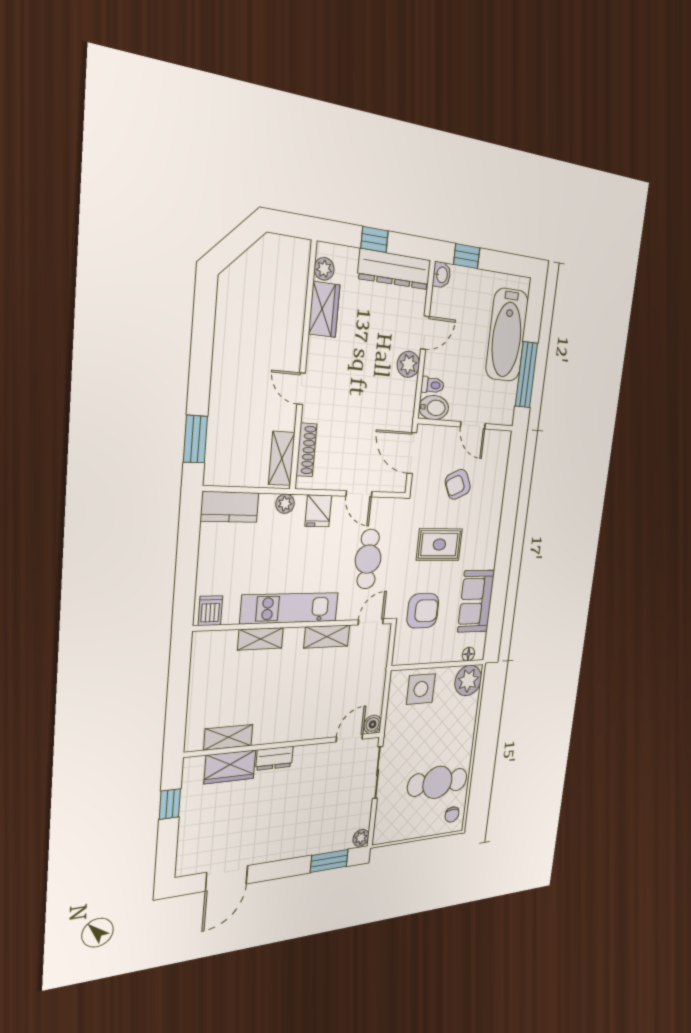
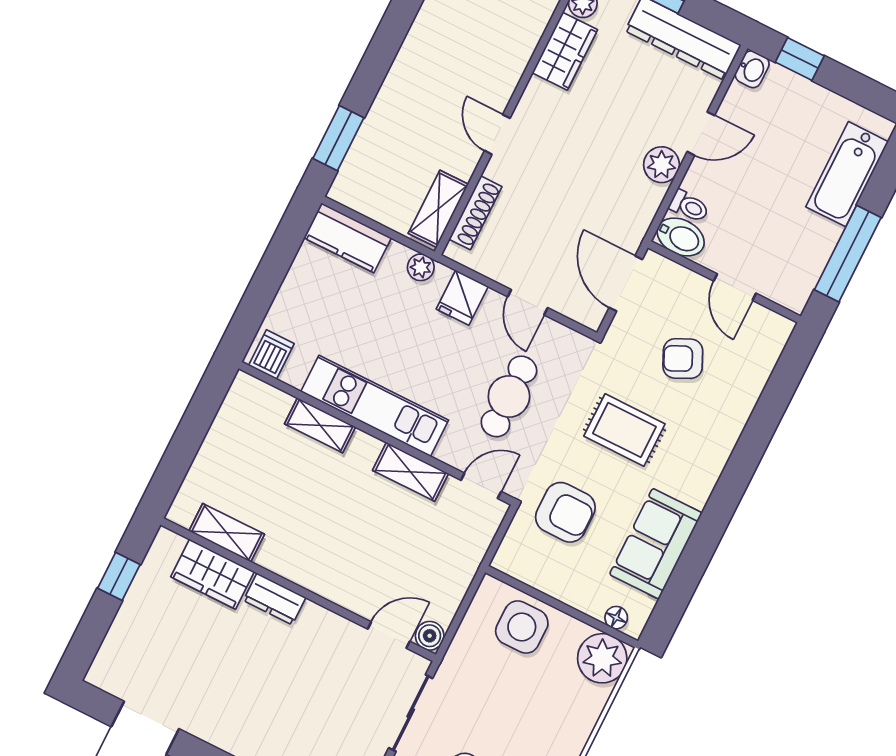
bathtub: (507, 335) -> (847, 174), width x0.73, depth x0.73

